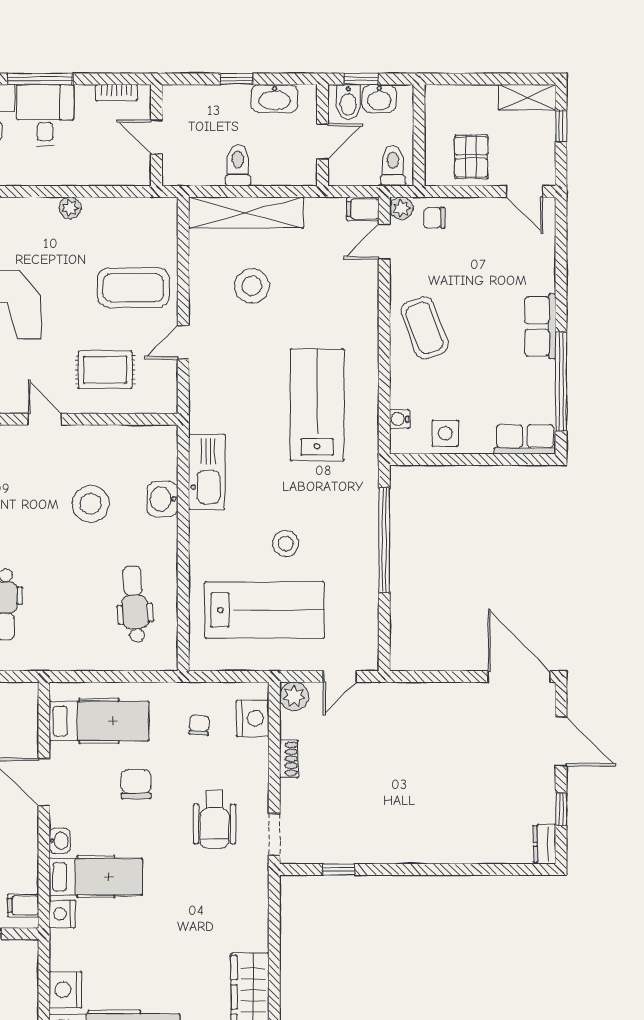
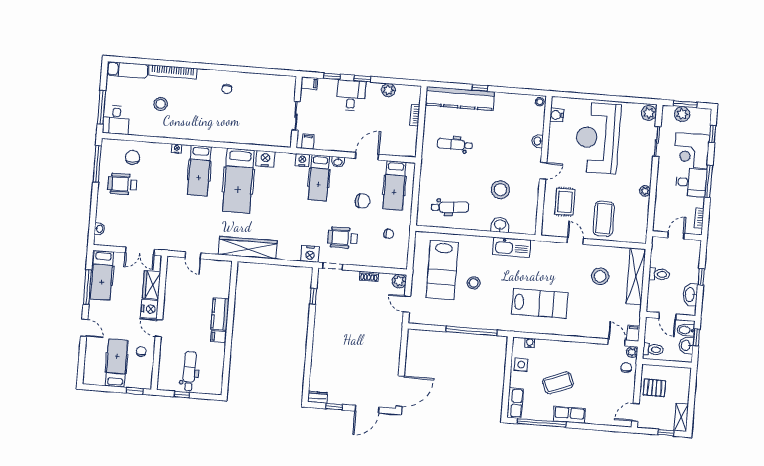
coffee table: (424, 328) -> (558, 383), moved
nightstand: (253, 718) -> (310, 254), moved

